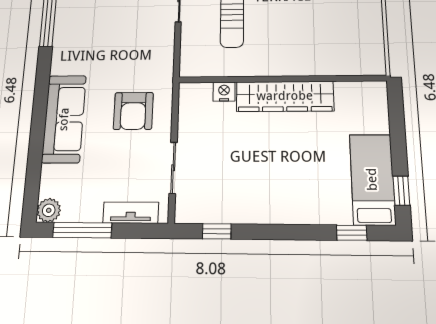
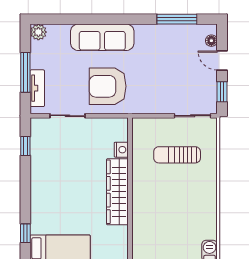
armchair: (133, 111) -> (108, 86), width x1.36, depth x1.36
window: (82, 230) -> (25, 72), moved

